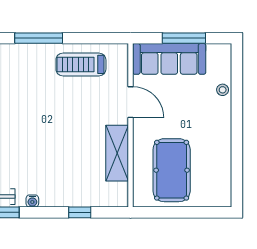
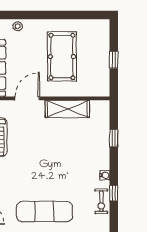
pool table: (172, 170) -> (62, 56), moved, turned 90
window: (180, 212) -> (114, 60), added

